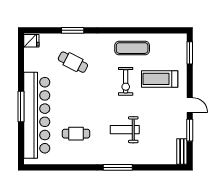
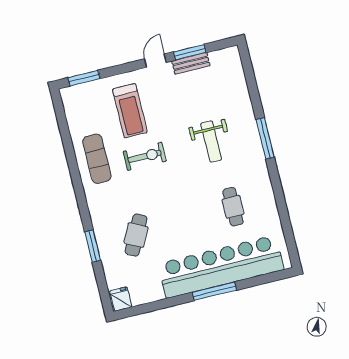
bench: (182, 152) -> (191, 63), moved

